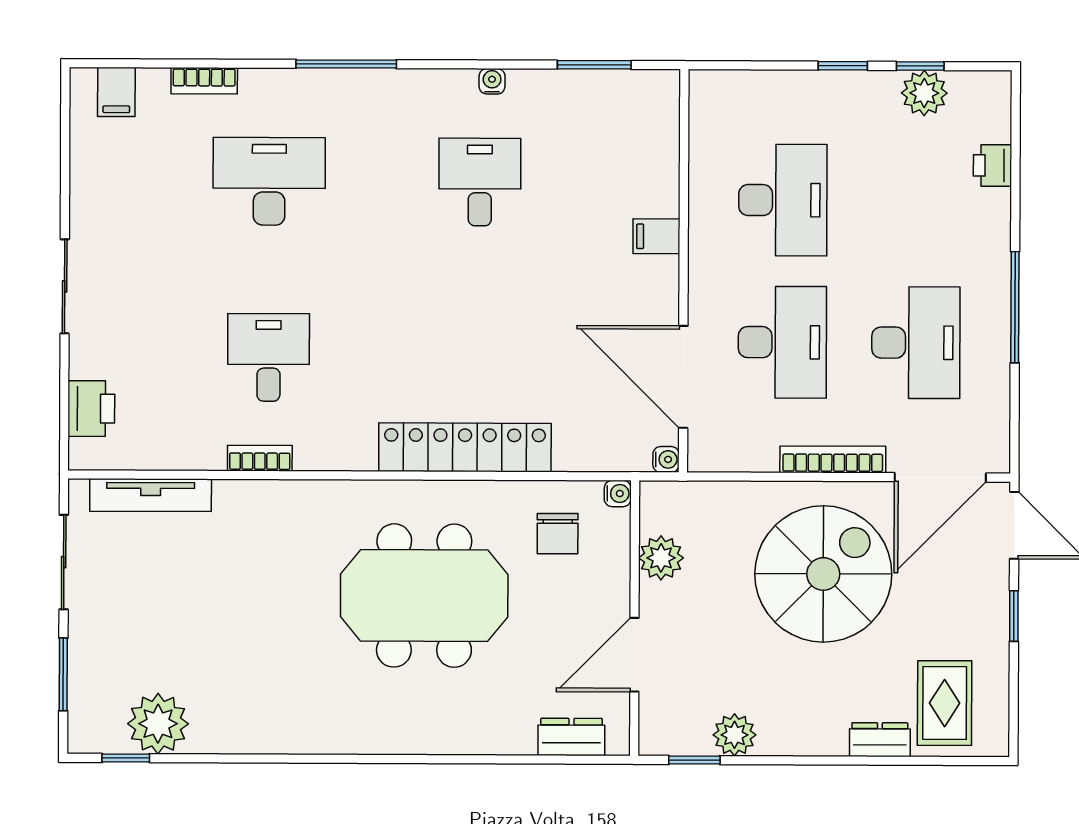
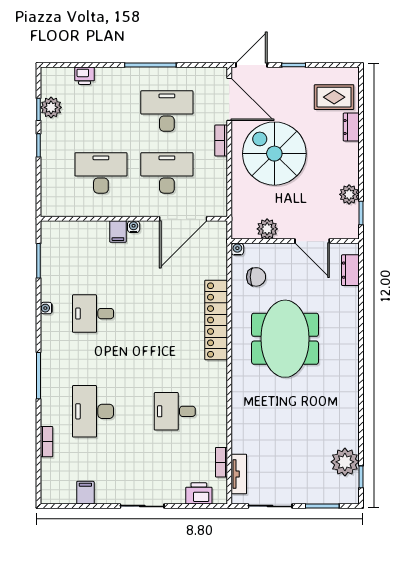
filing cabinet: (116, 92) -> (85, 493), moved, turned -90
bookcase: (260, 458) -> (222, 462), moved
water cooler: (666, 459) -> (134, 227), moved
bookcase: (833, 459) -> (221, 140), width x0.64
tv unit: (151, 495) -> (239, 474), width x0.71

